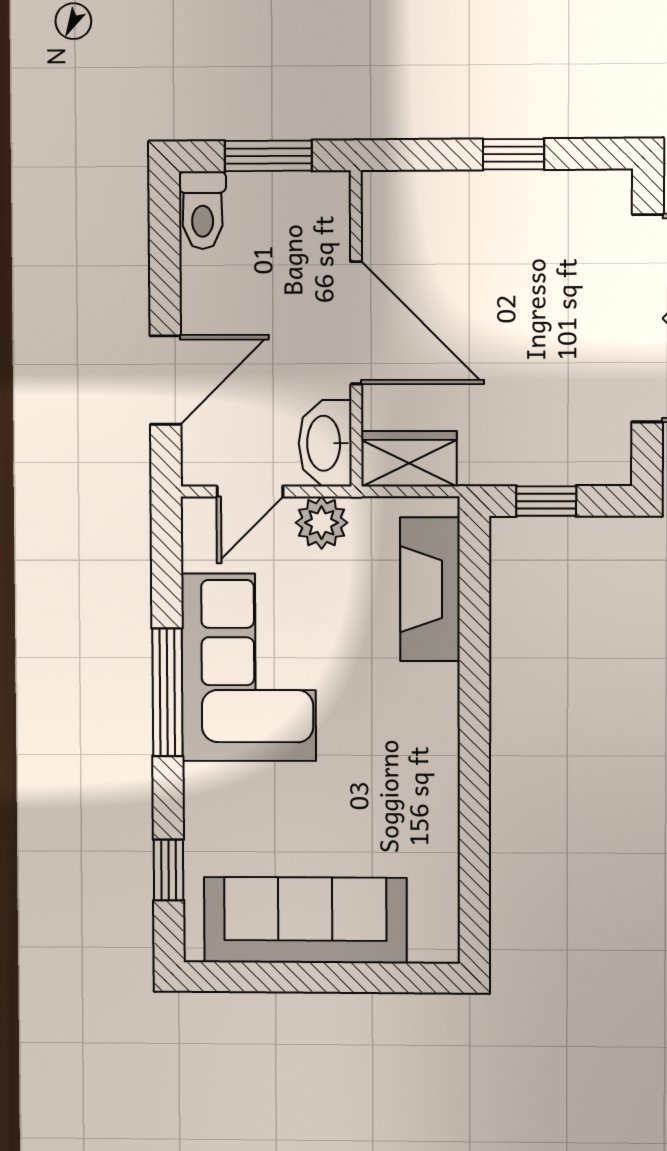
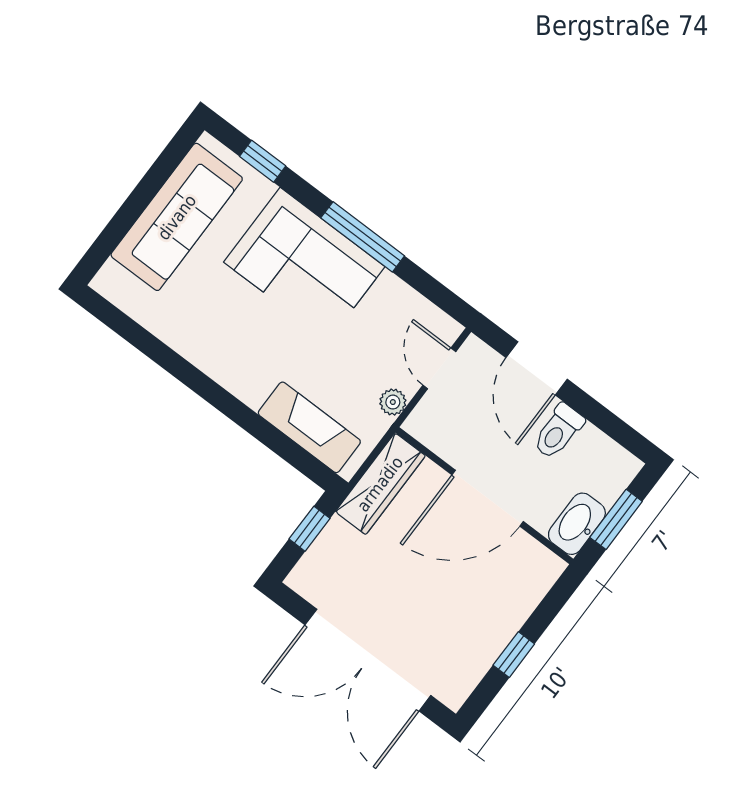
toilet: (203, 210) -> (558, 431), moved, turned -90
washbasin: (325, 443) -> (577, 524), moved, turned -90
wardrobe: (409, 459) -> (380, 484), width x1.50
plant: (322, 523) -> (393, 402), width x0.73, depth x0.73
corner sofa: (249, 667) -> (304, 264), moved

